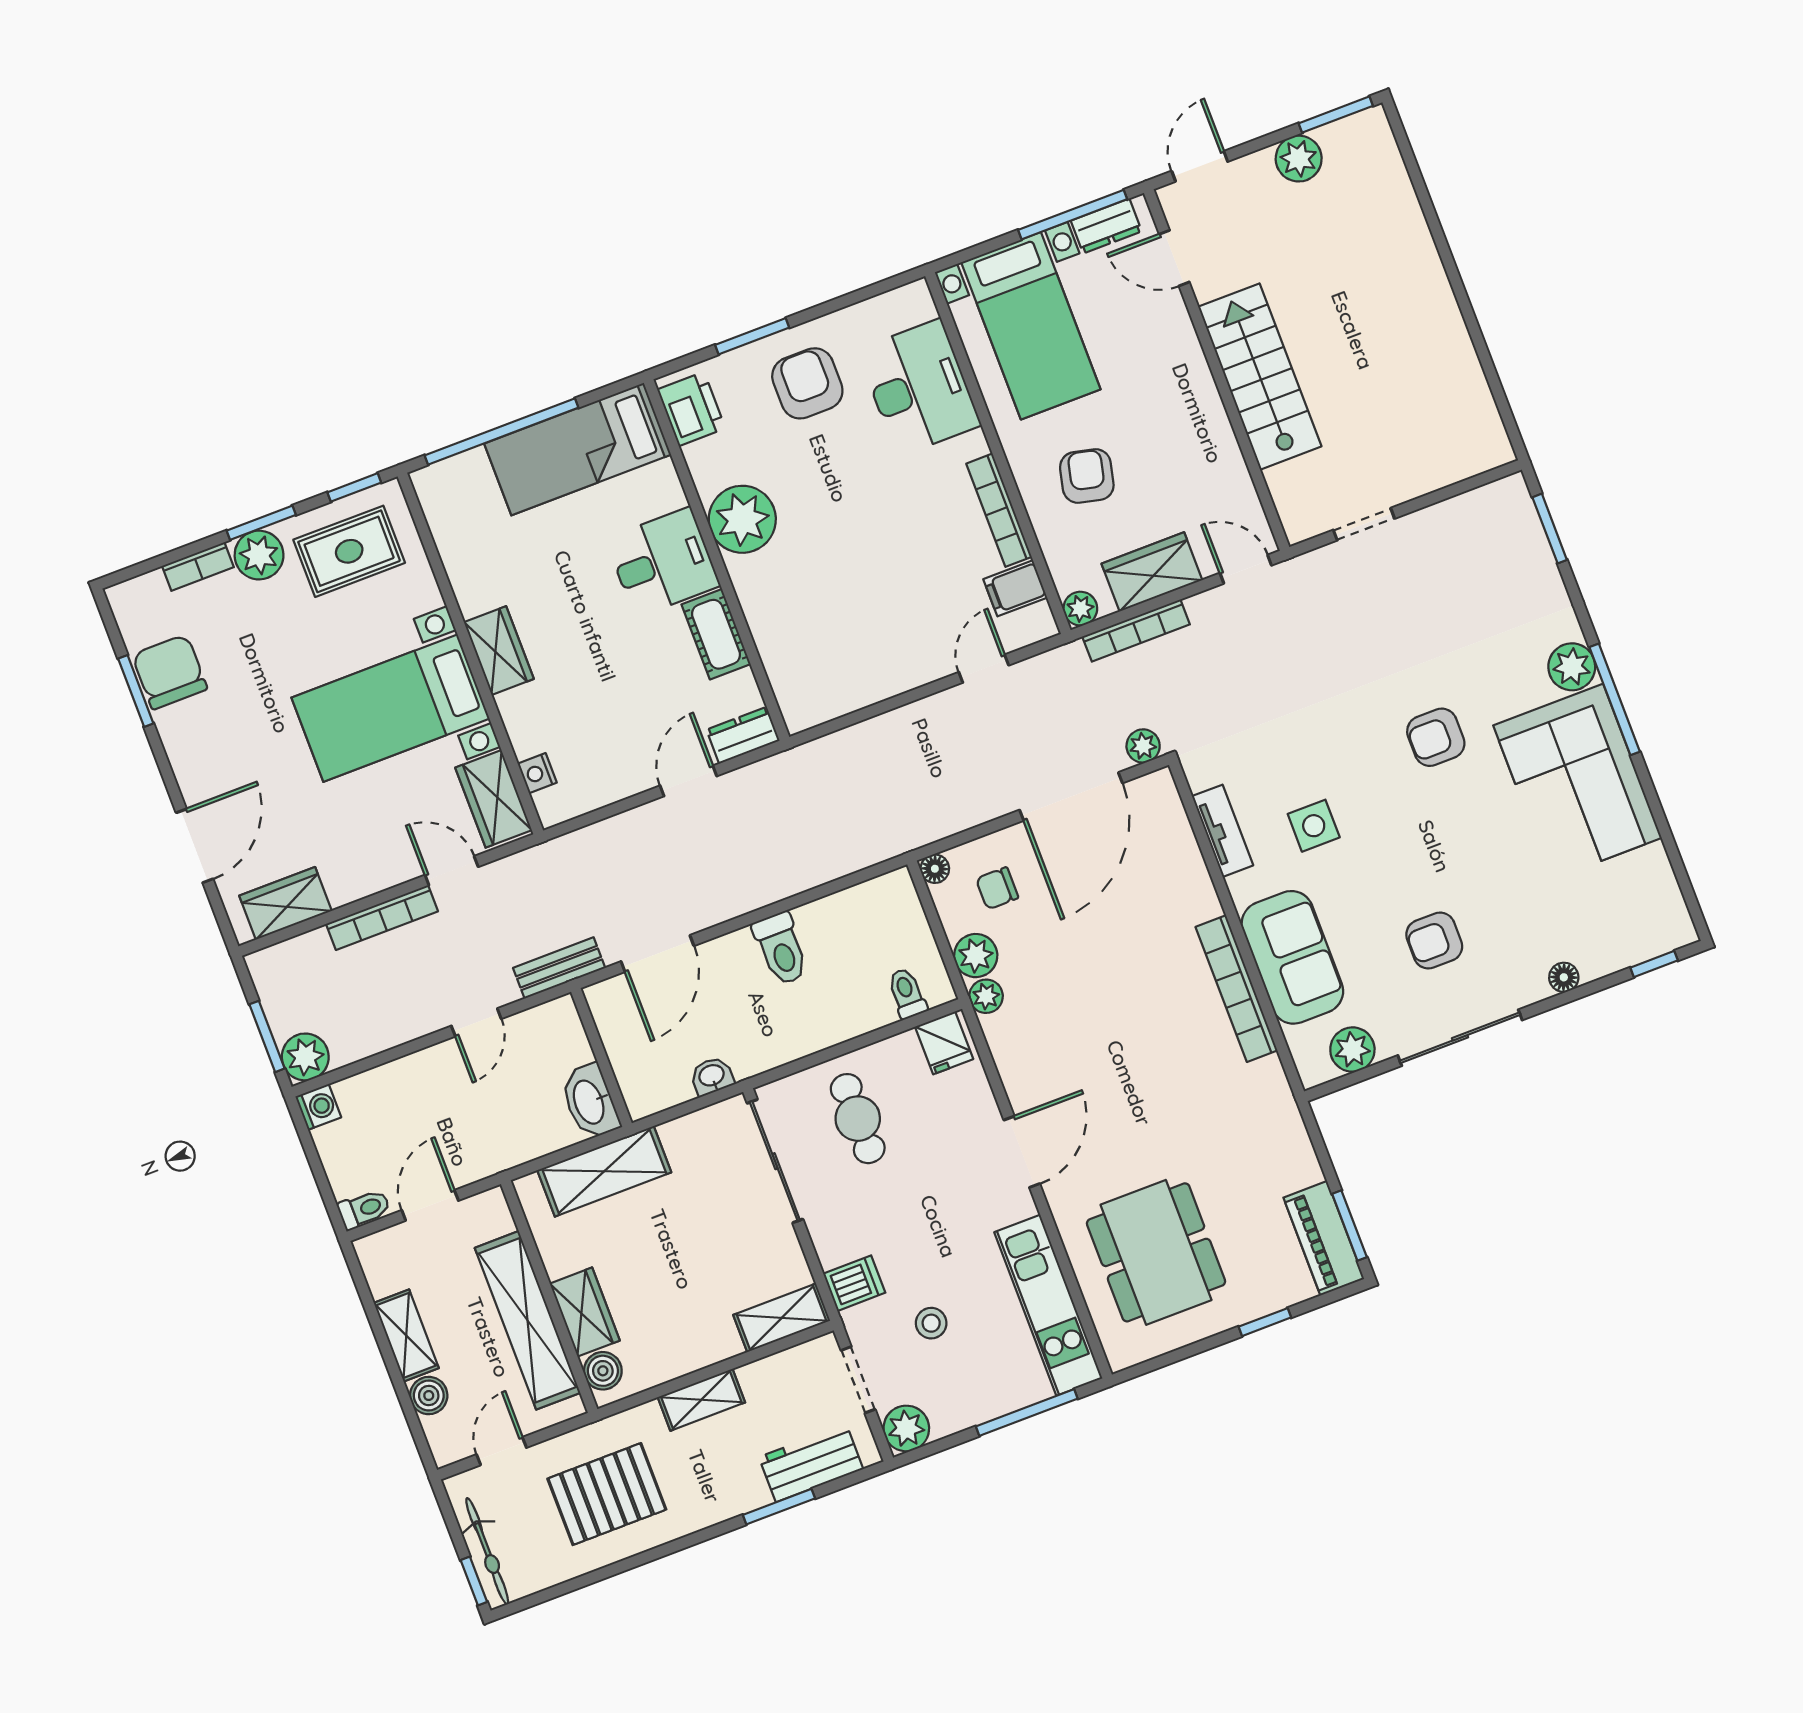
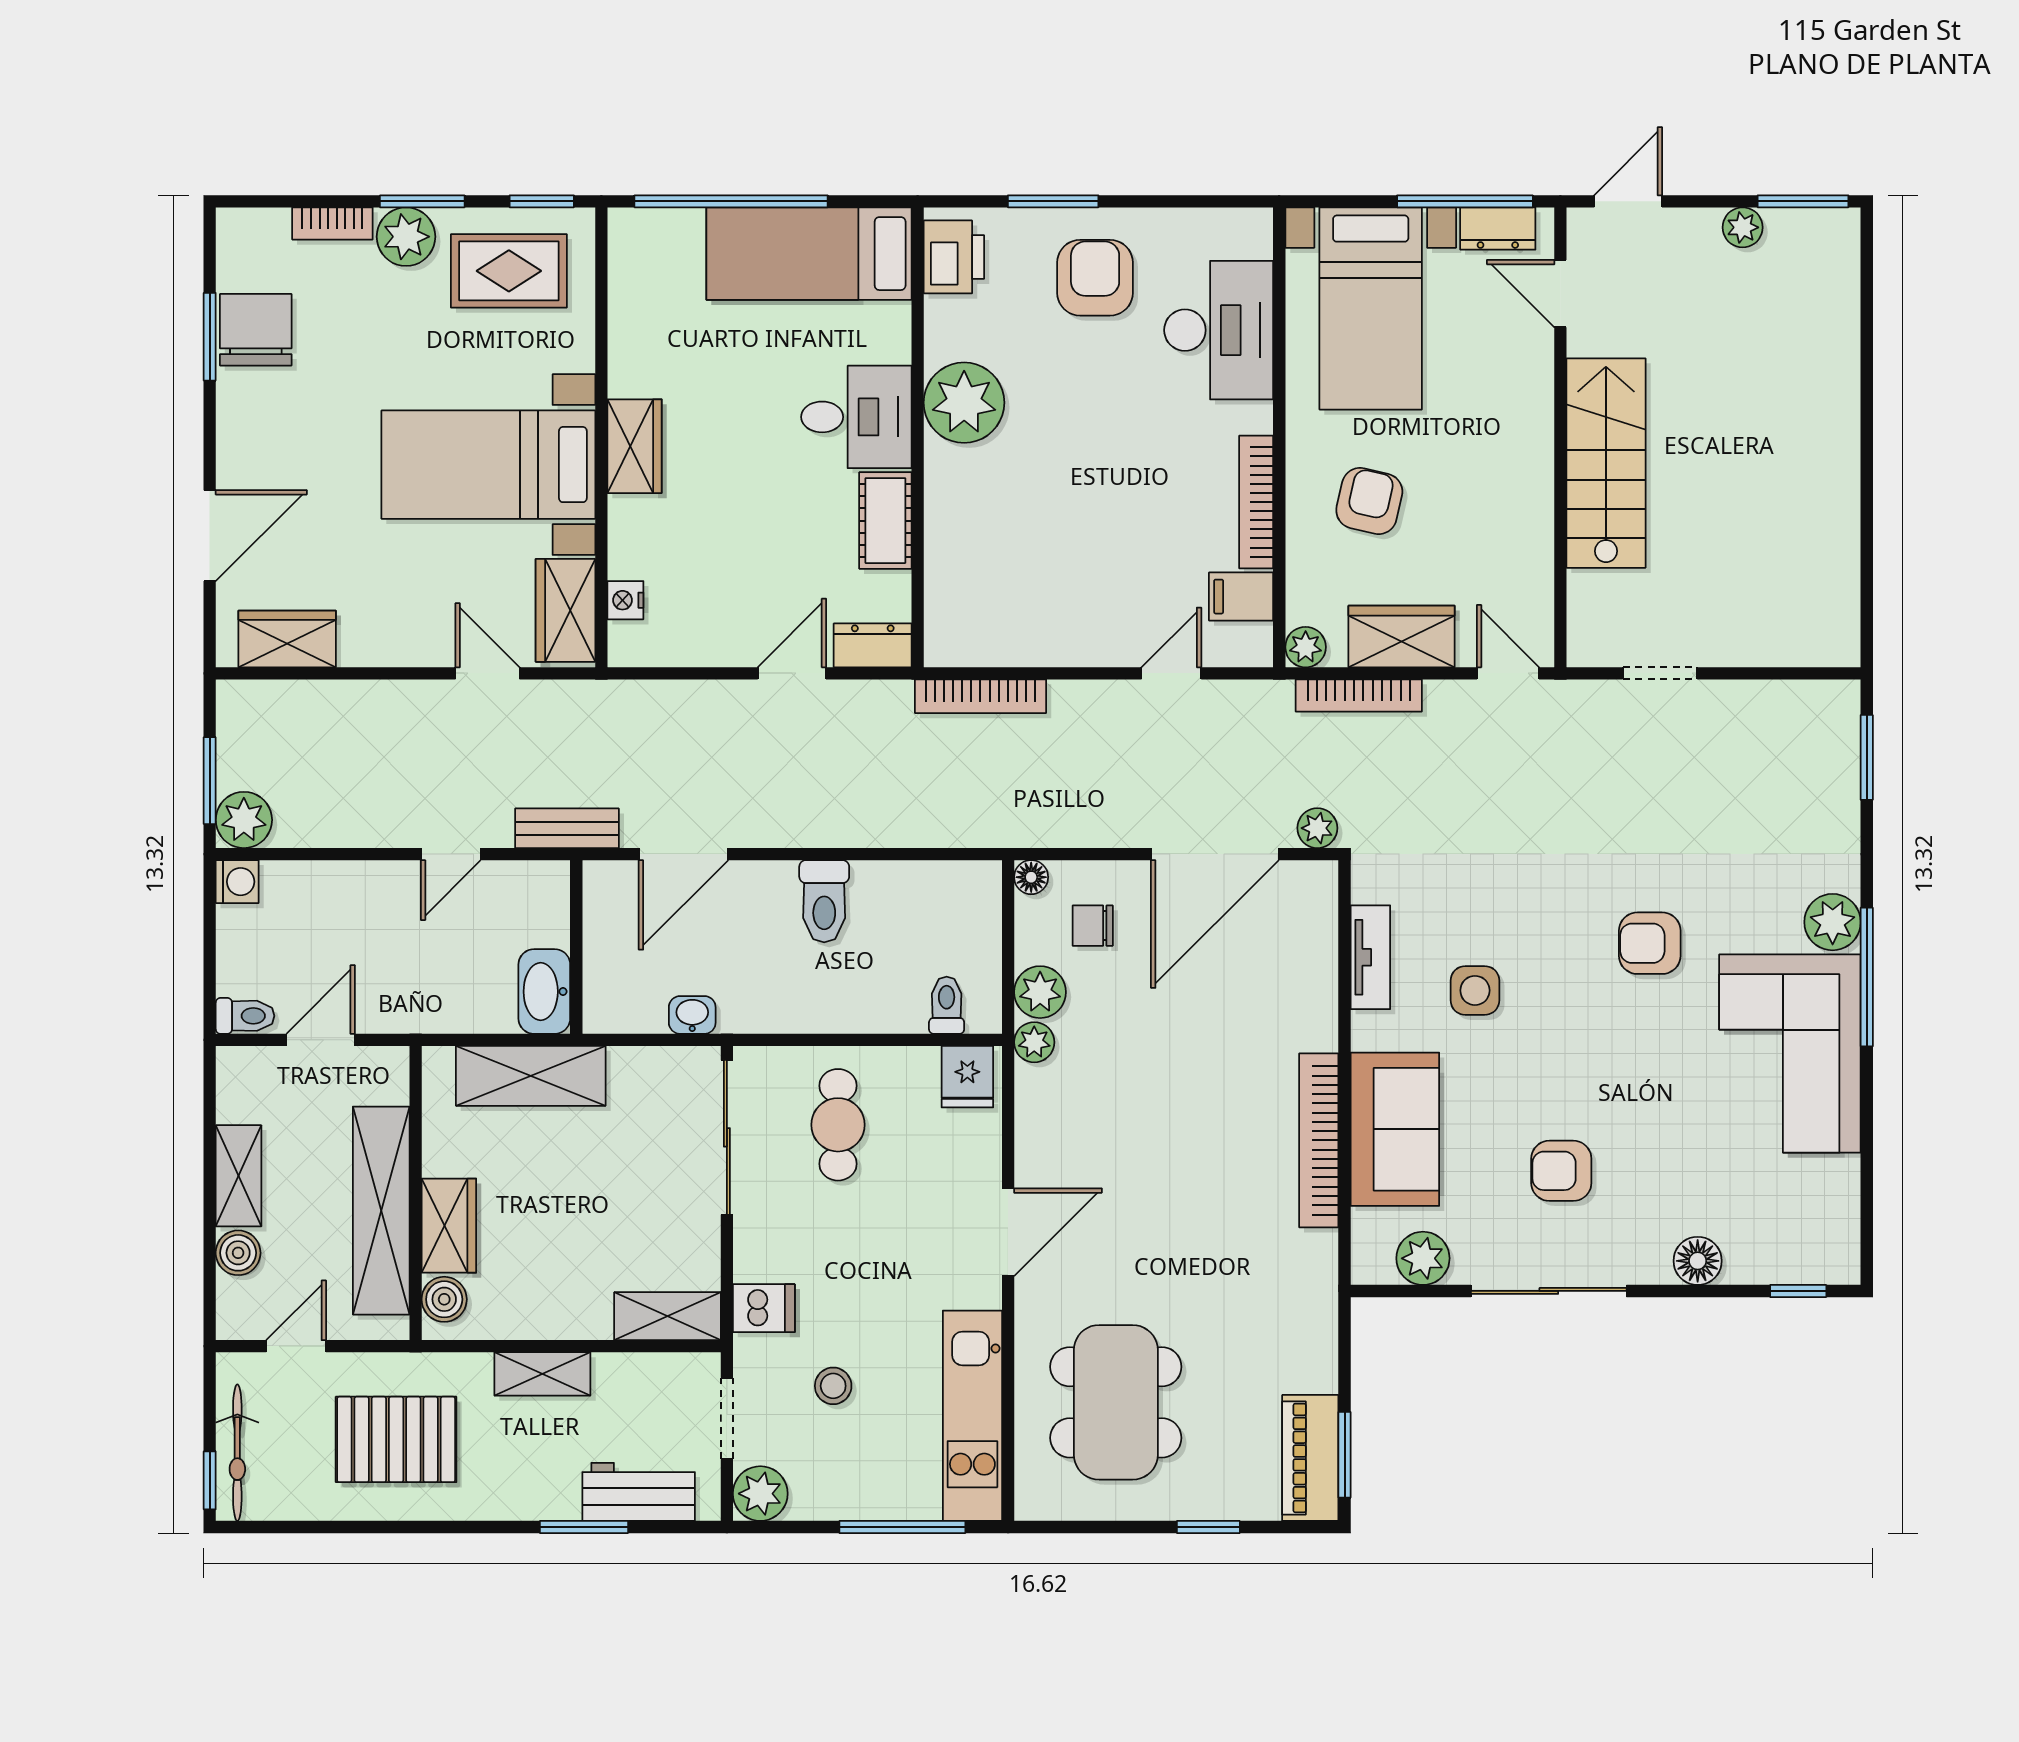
plant: (1299, 159) -> (1743, 227), width x0.73, depth x0.73
bookcase: (382, 918) -> (980, 696), moved
floor lamp: (1564, 977) -> (1698, 1261), width x1.37, depth x1.37

